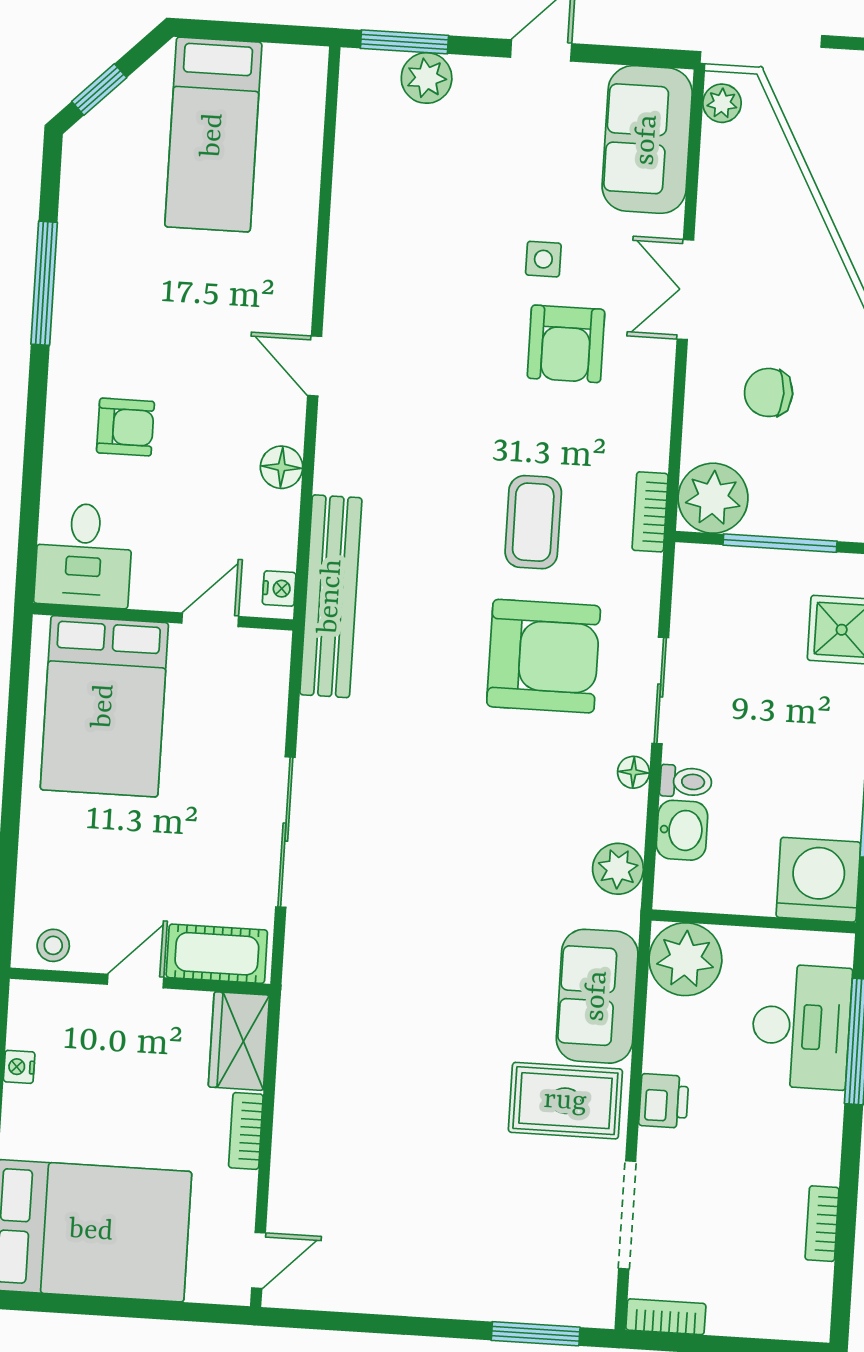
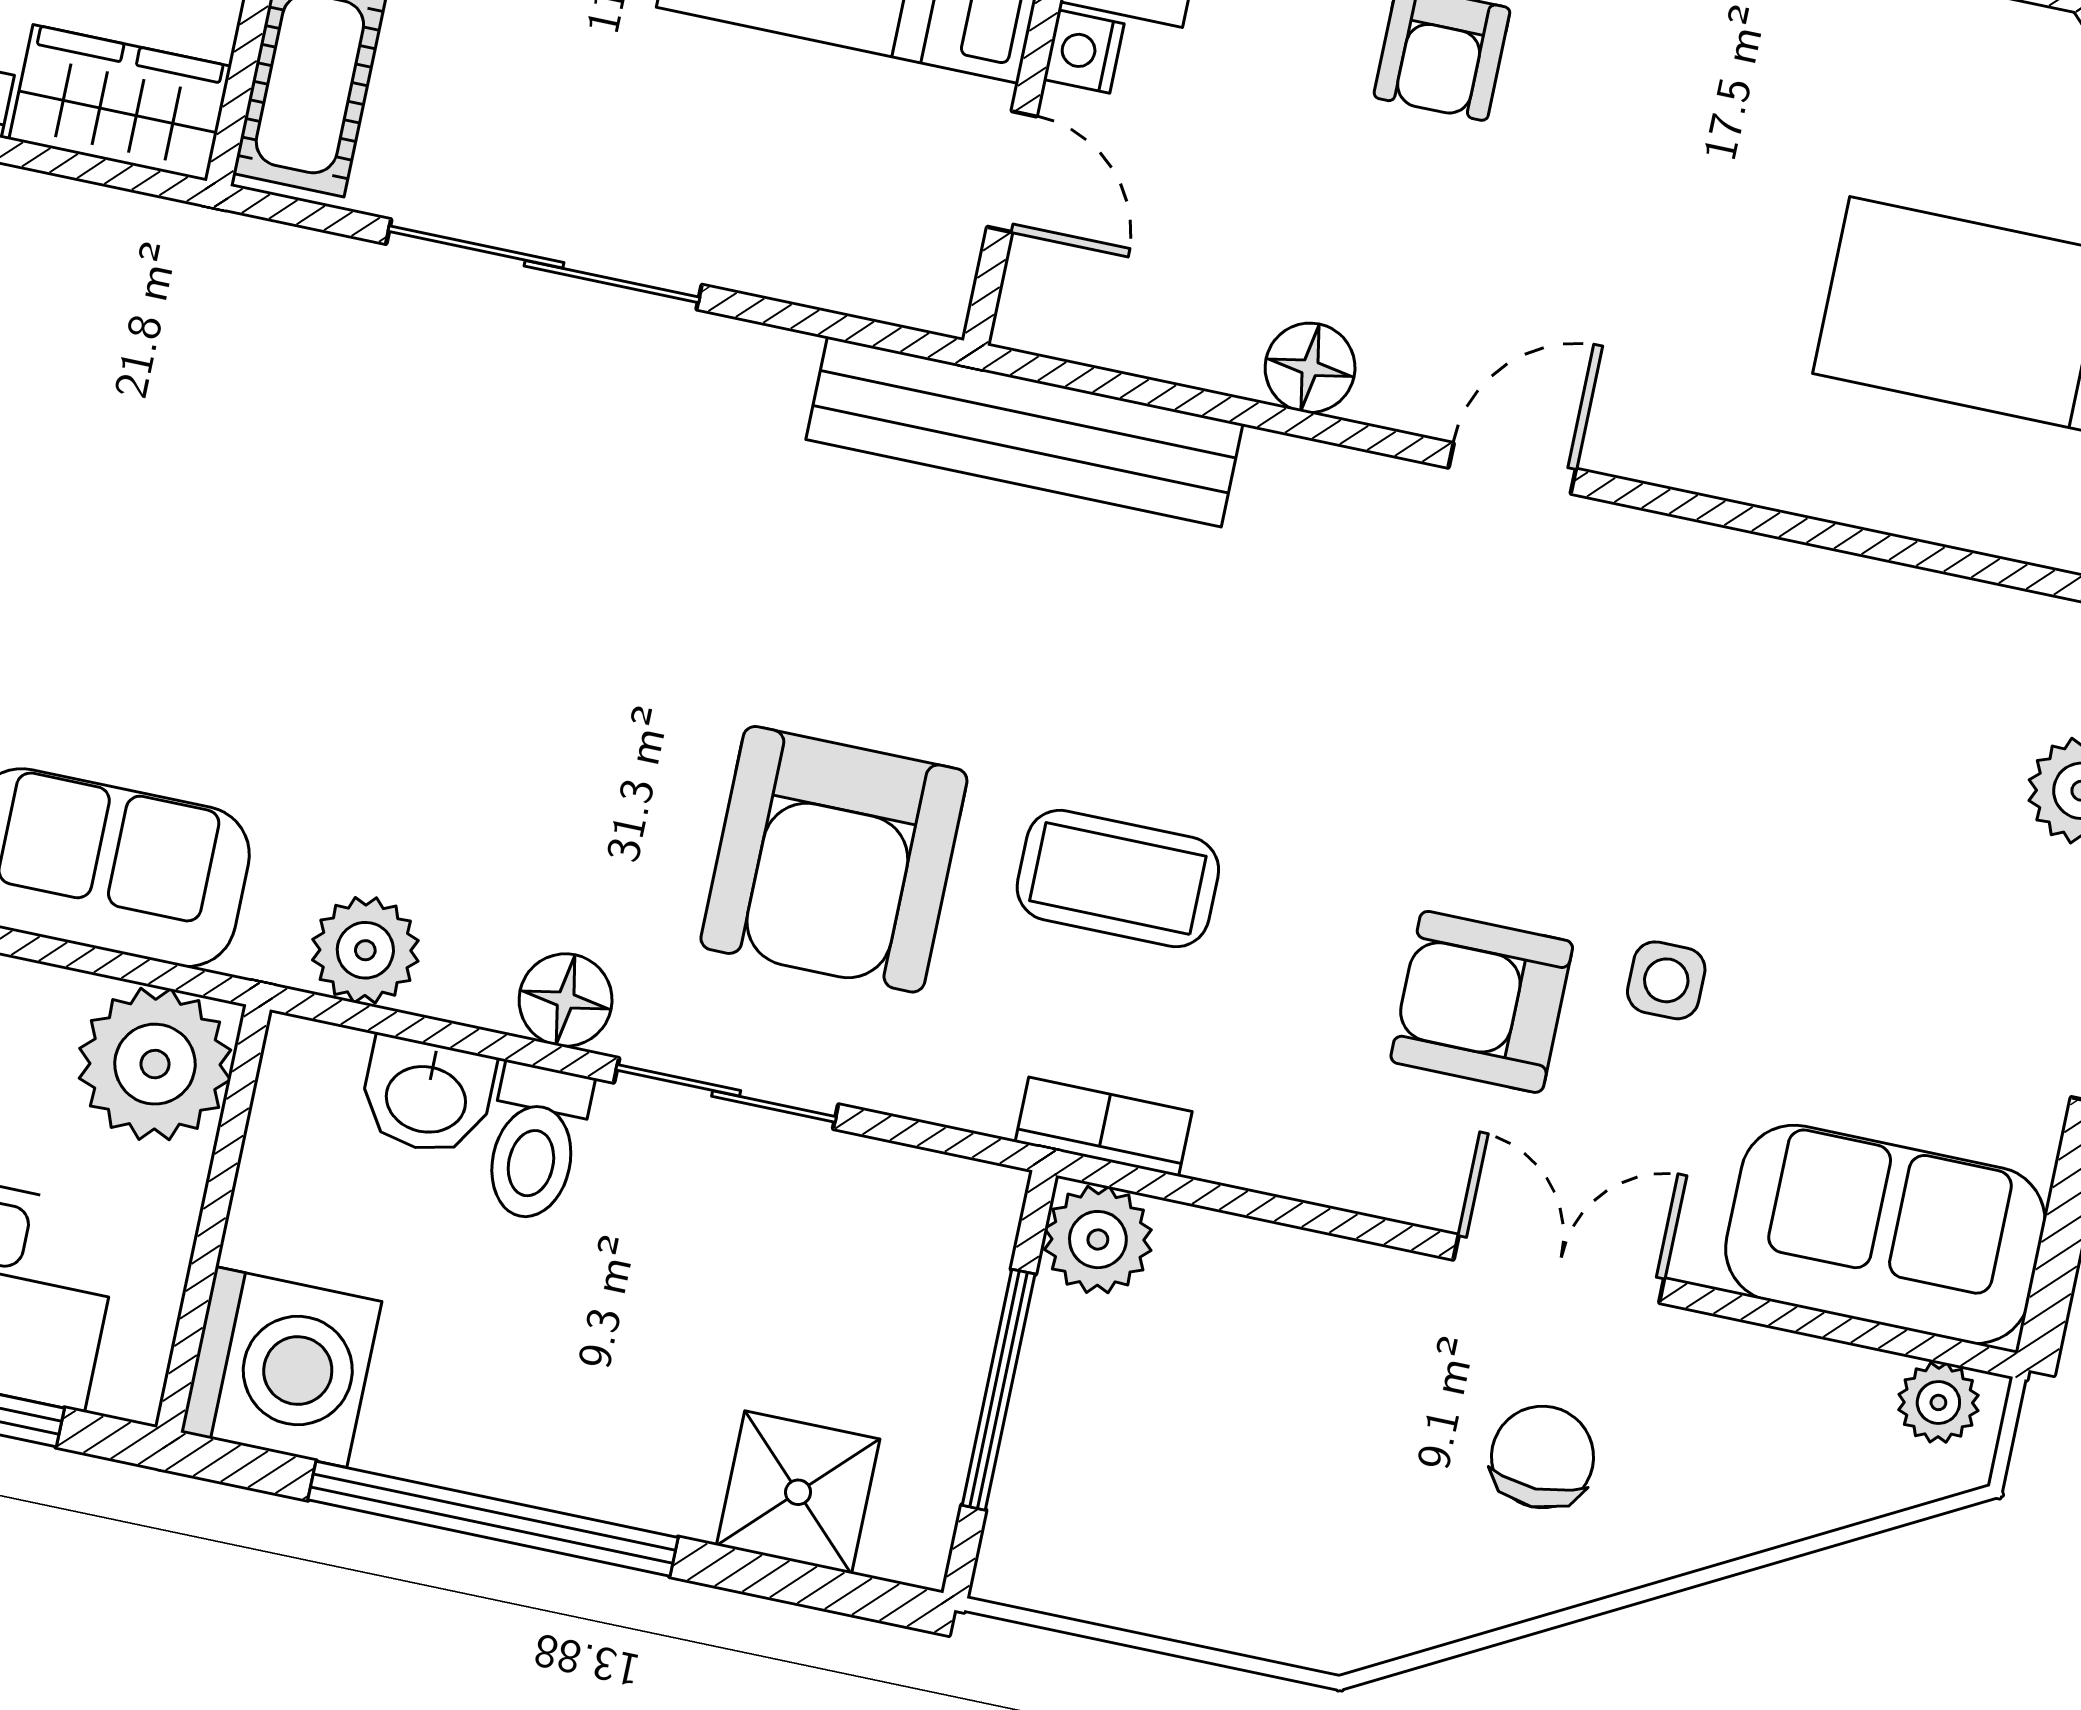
chair: (769, 392) -> (1542, 1457), moved
plant: (713, 498) -> (1098, 1240), width x0.73, depth x0.73
nightstand: (279, 588) -> (1084, 52), moved, turned 90
floor lamp: (633, 772) -> (566, 1000), width x1.37, depth x1.37
toilet: (686, 781) -> (535, 1142), width x1.37, depth x1.39

